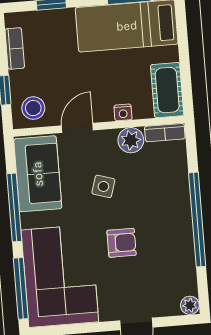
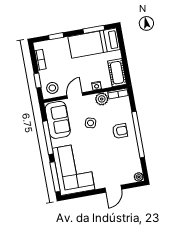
armchair: (122, 243) -> (120, 131), moved

